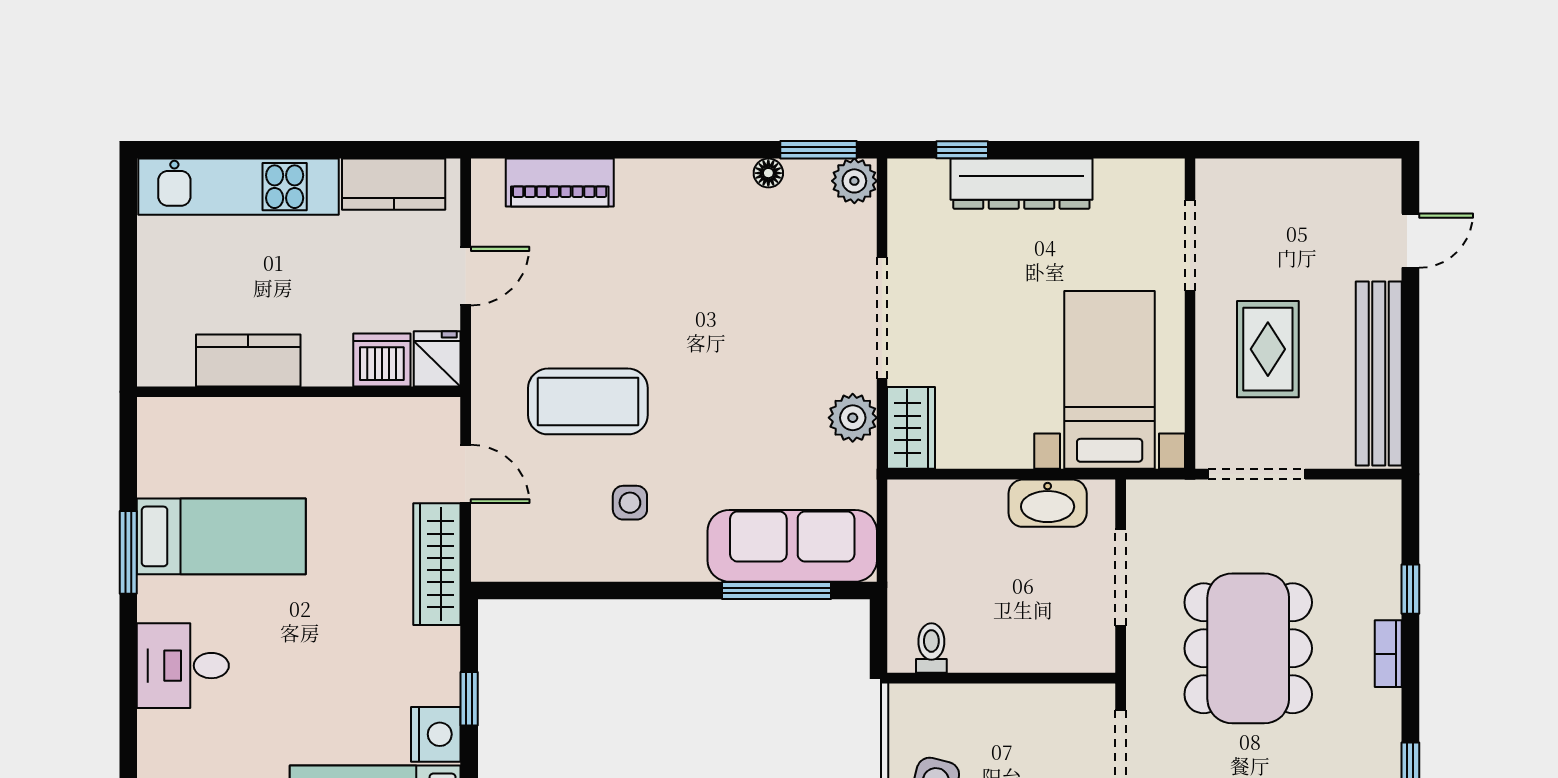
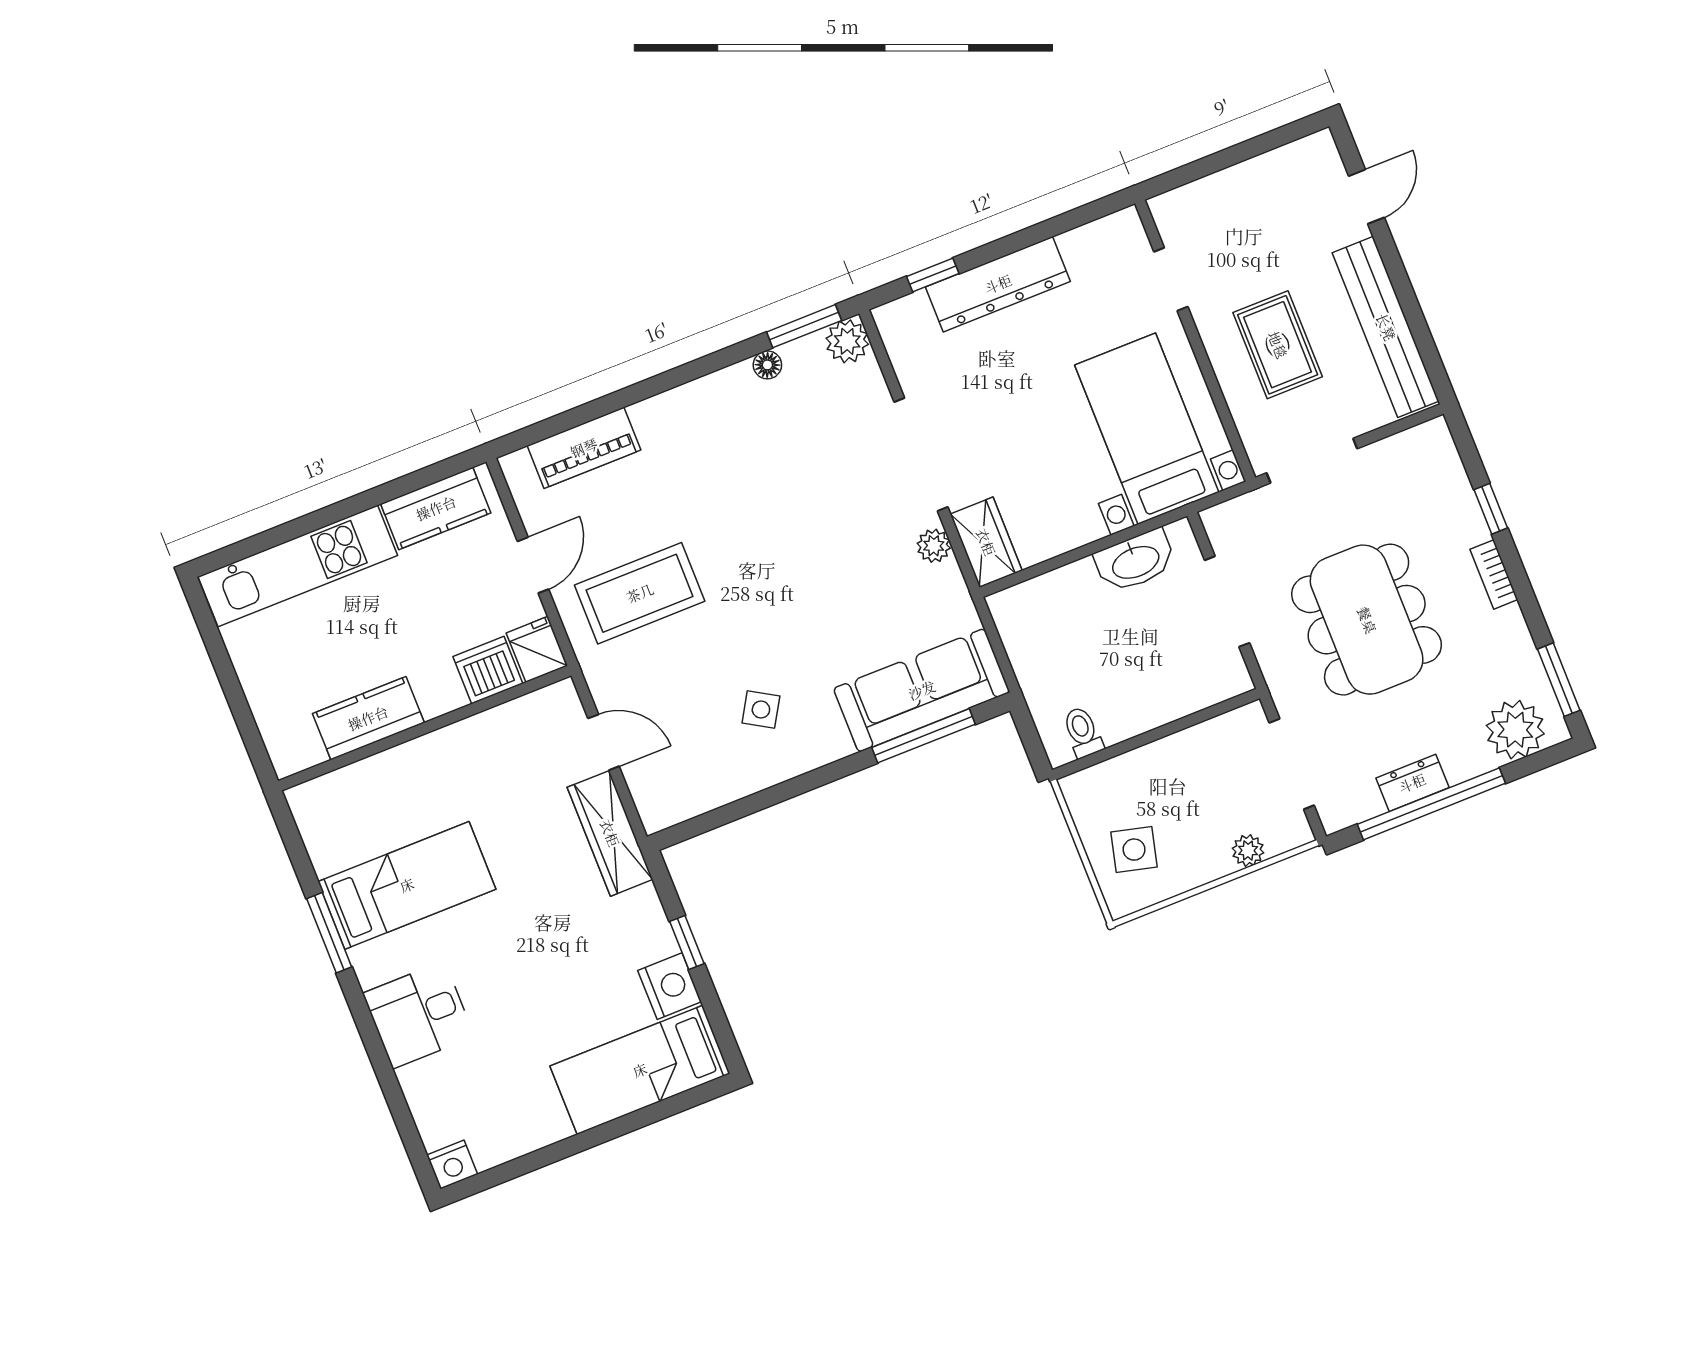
doorway: (1190, 245) -> (1171, 279), width x0.73
coffee table: (588, 401) -> (640, 593), moved
plant: (853, 418) -> (934, 546), width x0.73, depth x0.73
side table: (630, 503) -> (761, 709), turned 31

